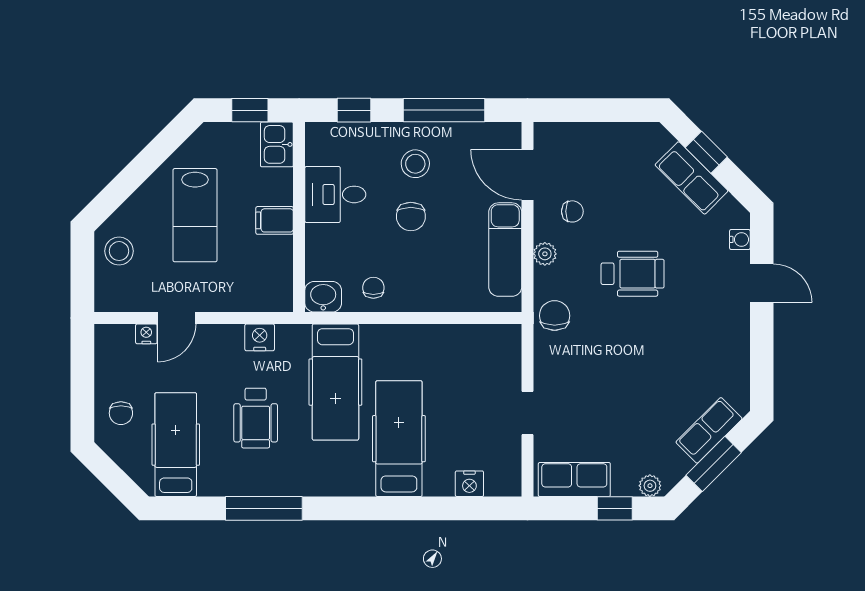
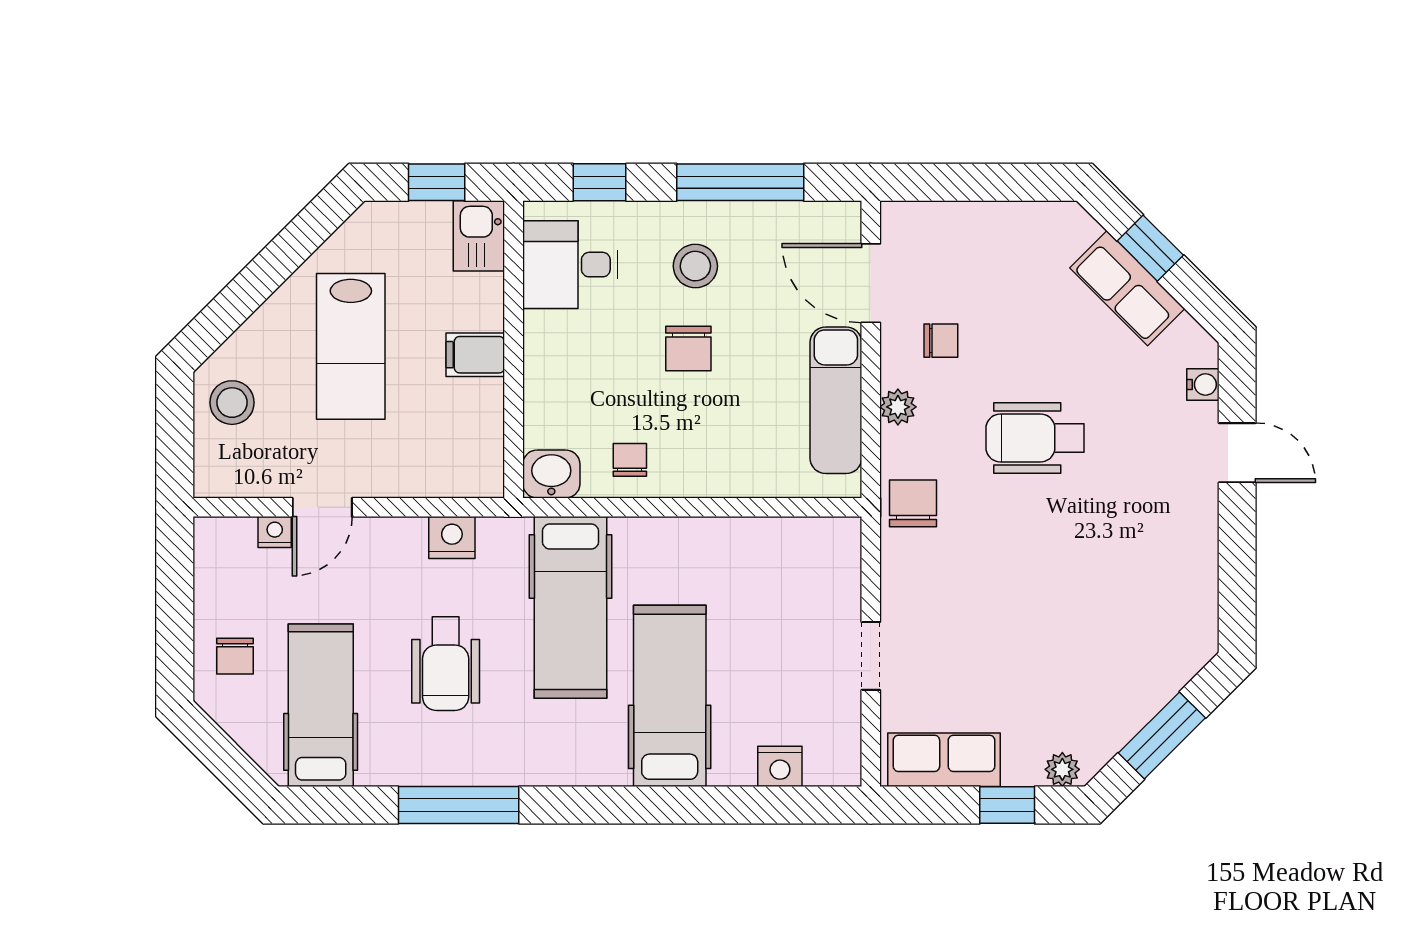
desk: (335, 194) -> (570, 265), moved
wheelchair: (633, 274) -> (1035, 438), turned 180
row of seats: (709, 430) -> (1155, 683), removed

